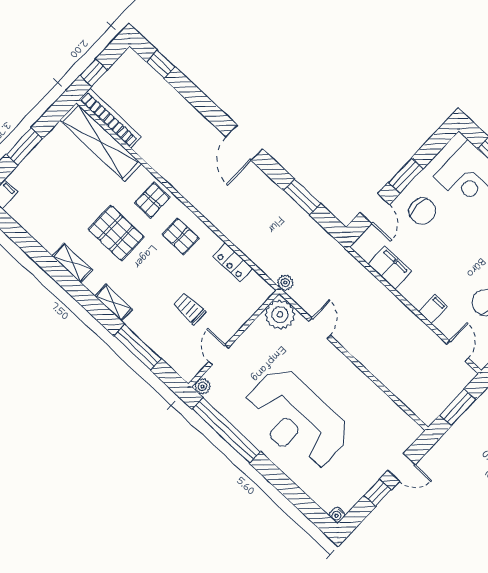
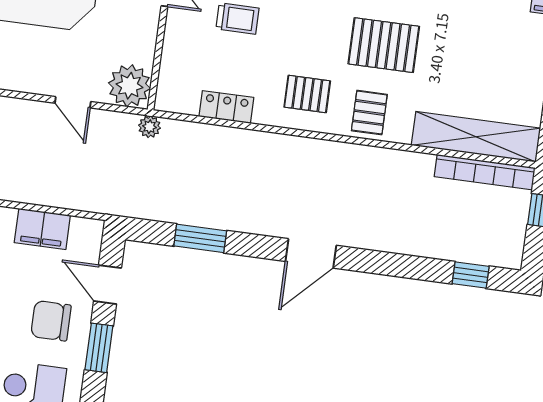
door: (244, 143) -> (311, 253), swing flipped

